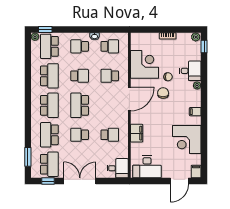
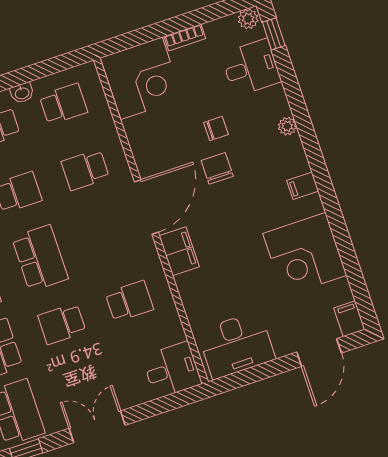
corner desk: (144, 64) -> (141, 78), moved, turned 90
desk: (190, 71) -> (251, 68), moved
school desk: (80, 105) -> (40, 258), turned 180
filing cabinet: (137, 133) -> (179, 251), moved
double door: (80, 181) -> (97, 427), width x0.73

